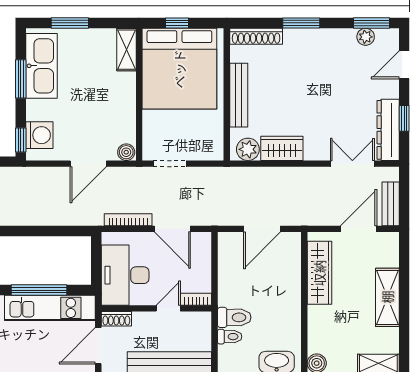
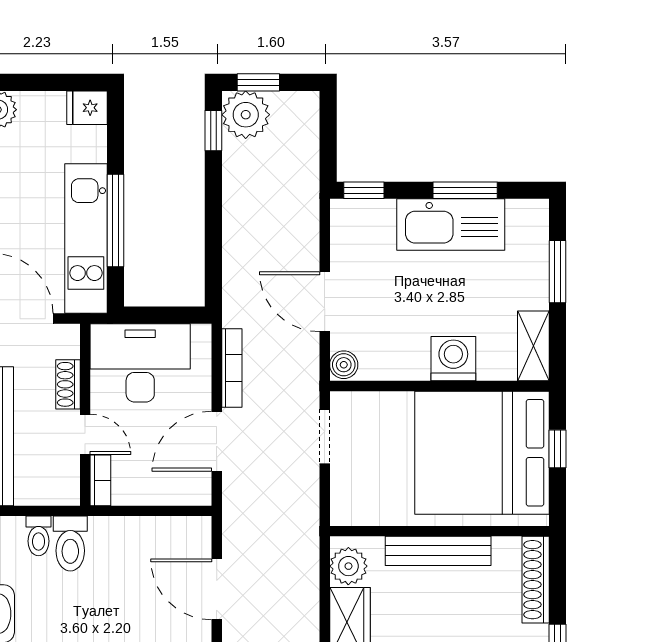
shelving: (126, 50) -> (533, 346), moved, turned 90
kitchen sink: (42, 66) -> (451, 225), moved
washing machine: (39, 135) -> (453, 359), moved, turned 180
shoe rack: (116, 319) -> (68, 384), moved

